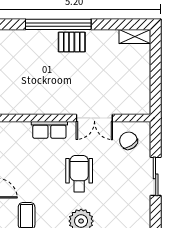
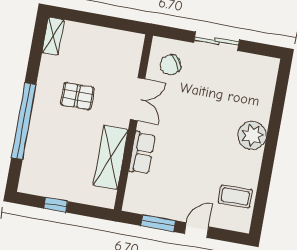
pallet: (72, 42) -> (77, 96), moved, turned 90
shelving: (41, 104) -> (111, 157), added
wheelchair: (79, 174) -> (198, 128), removed

